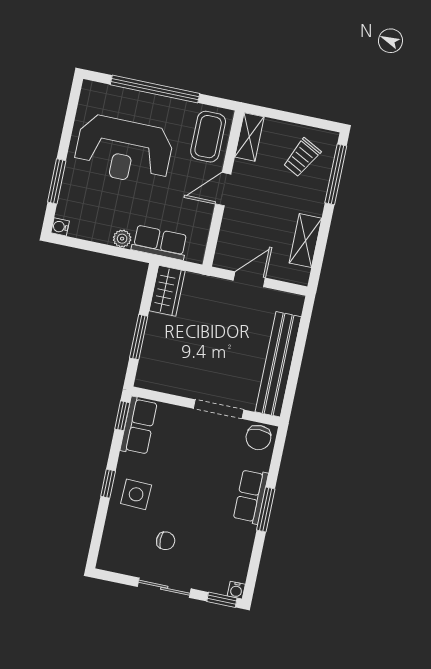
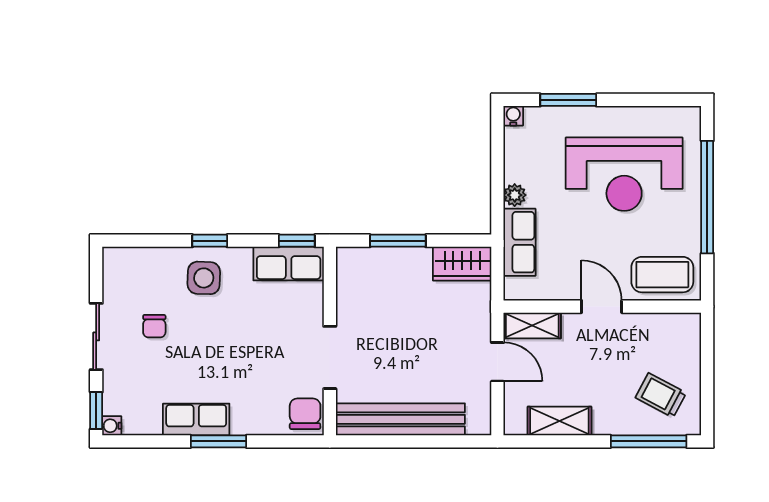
shelving: (249, 137) -> (532, 325), moved
reception desk: (124, 150) -> (624, 174), turned -90
chair: (258, 438) -> (305, 414), turned 90
row of seats: (251, 496) -> (196, 419), moved

